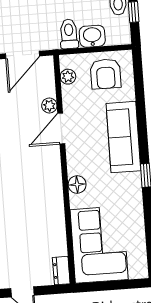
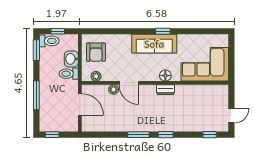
armchair: (106, 74) -> (96, 52), turned 90
sofa: (123, 137) -> (154, 44), moved
dresser: (61, 271) -> (166, 90), moved

